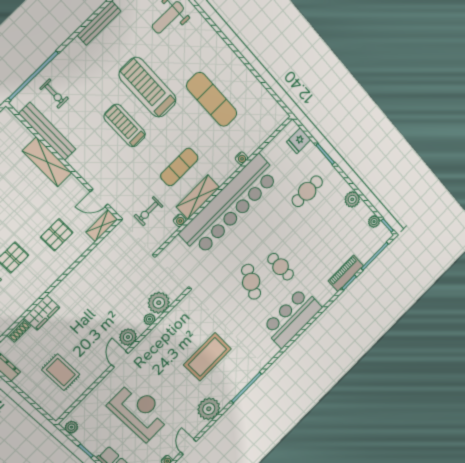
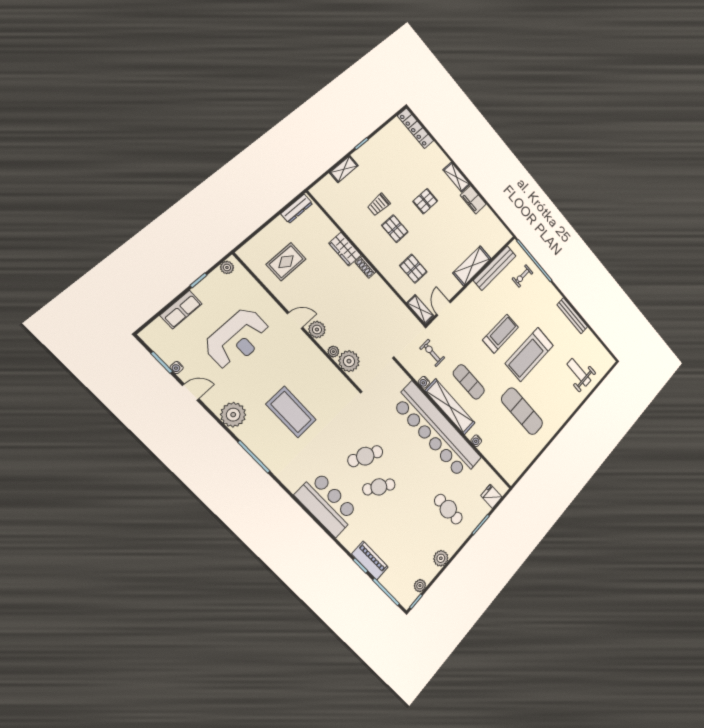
treadmill: (148, 87) -> (529, 354), turned 180
exercise mat: (212, 99) -> (522, 411), turned 90
shelving: (198, 197) -> (450, 407), width x1.47
cafe table: (281, 267) -> (379, 487), turned 35
shoe rack: (19, 331) -> (365, 267), moved

